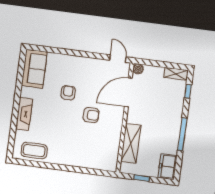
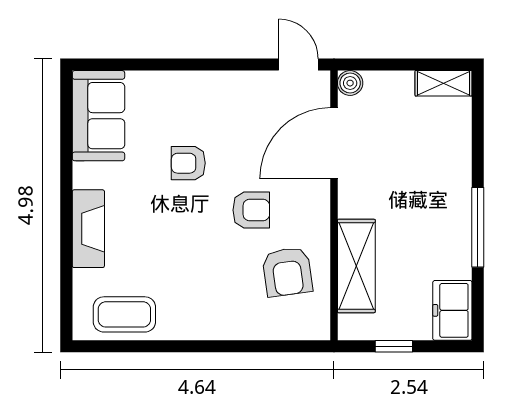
window: (188, 91) -> (478, 122), removed
armchair: (68, 93) -> (188, 163), turned -90
armchair: (102, 142) -> (287, 272), added

